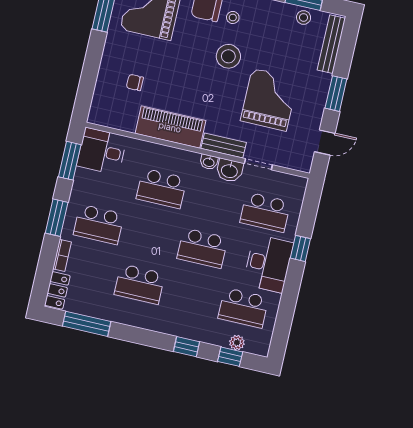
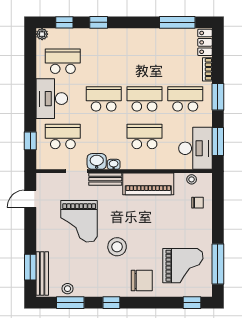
stool: (233, 17) -> (192, 179), moved
chair: (135, 82) -> (197, 203), moved
window: (336, 94) -> (30, 267), moved
desk: (102, 151) -> (195, 148), width x1.37
window: (300, 248) -> (30, 141), moved
school desk: (140, 284) -> (144, 99), moved
plant: (237, 343) -> (42, 34), moved

